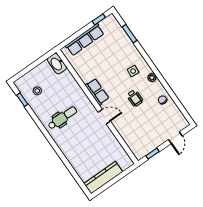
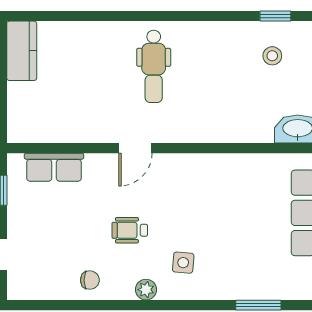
row of seats: (97, 92) -> (54, 167), moved
dental chair: (62, 118) -> (154, 66), moved
kitchen counter: (103, 178) -> (22, 51), width x0.67

